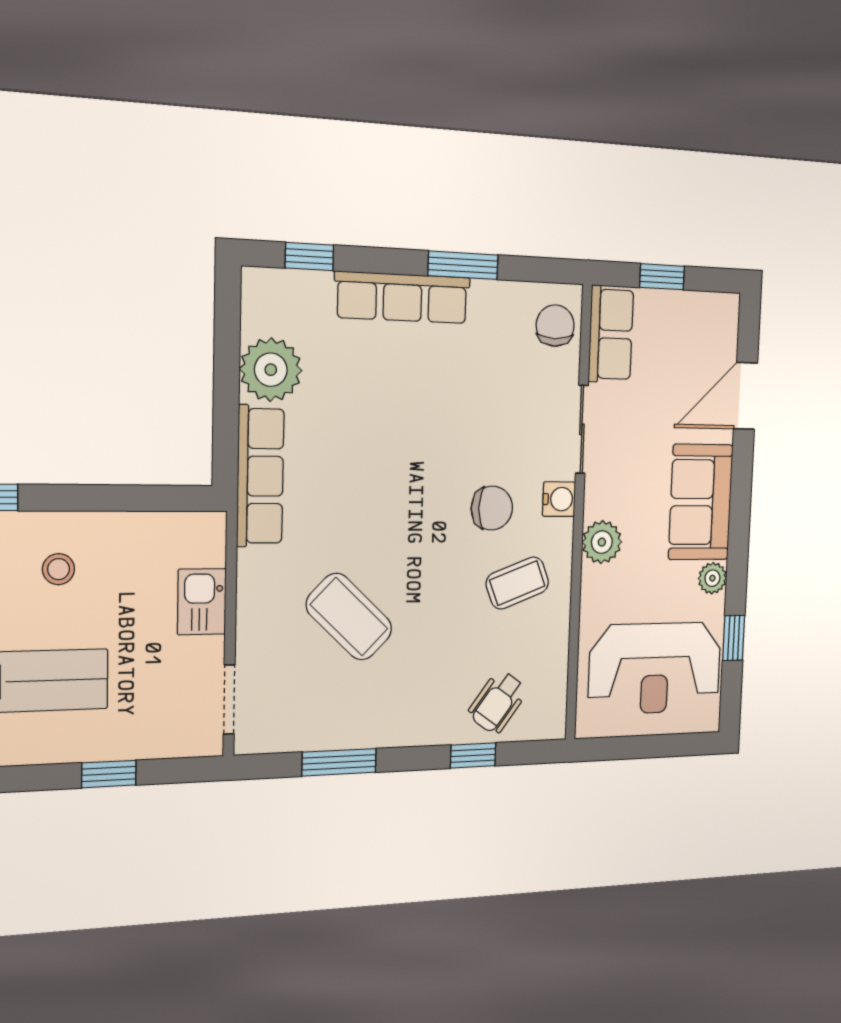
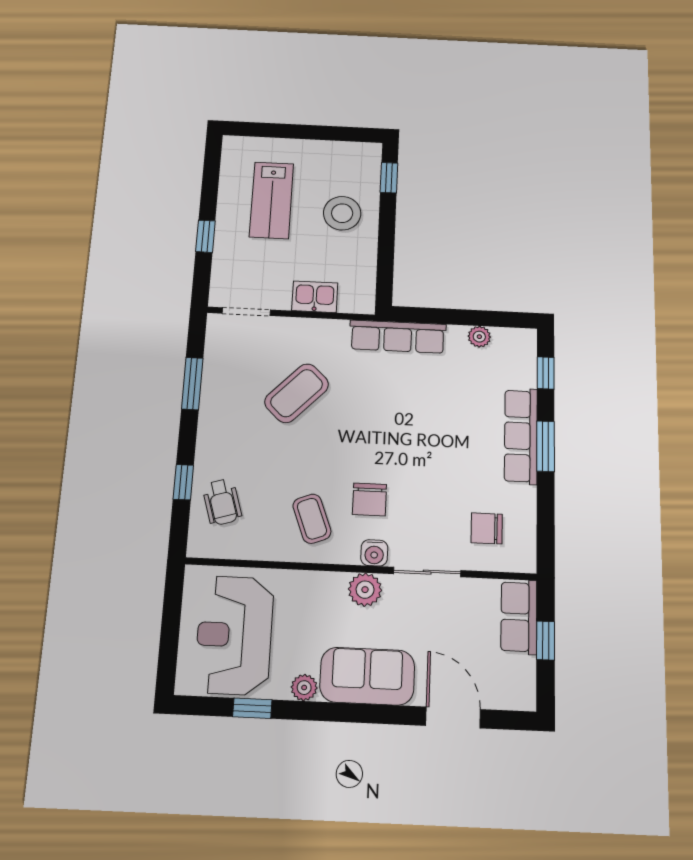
window: (463, 265) -> (546, 446), moved
chair: (555, 326) -> (487, 528), moved, turned 180
row of seats: (611, 334) -> (519, 617), moved, turned 90
plant: (271, 370) -> (479, 337), width x0.53, depth x0.53
plant: (602, 542) -> (365, 590), moved
stool: (58, 569) -> (342, 213), width x1.89, depth x1.89
wheelchair: (498, 702) -> (222, 502), turned -143

